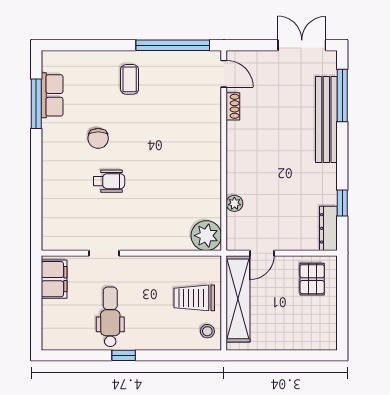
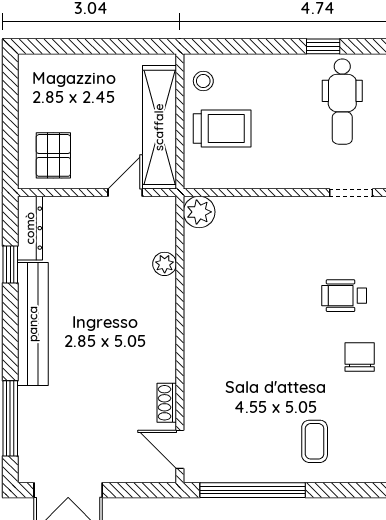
bench: (326, 119) -> (33, 324), moved
plant: (206, 236) -> (199, 212), width x0.73, depth x0.73

